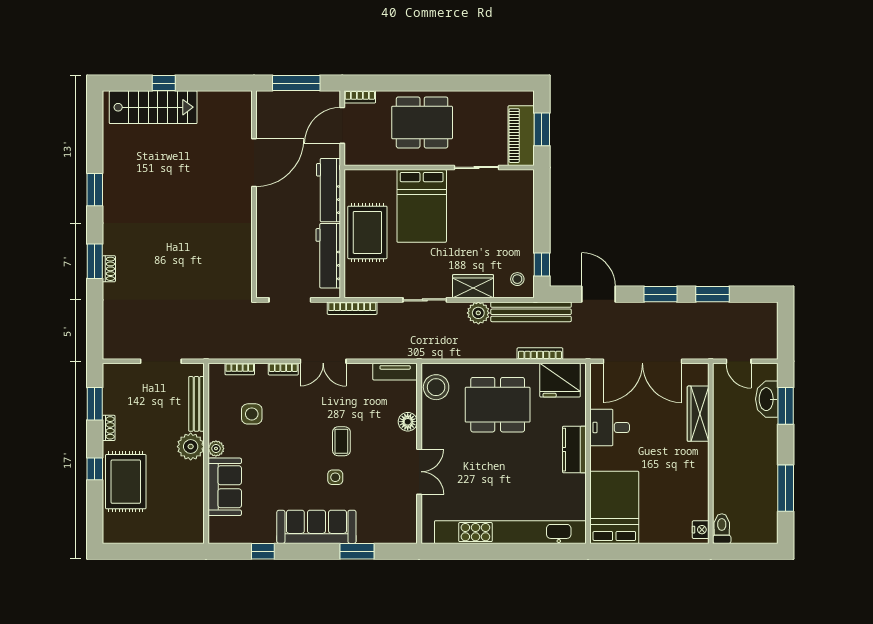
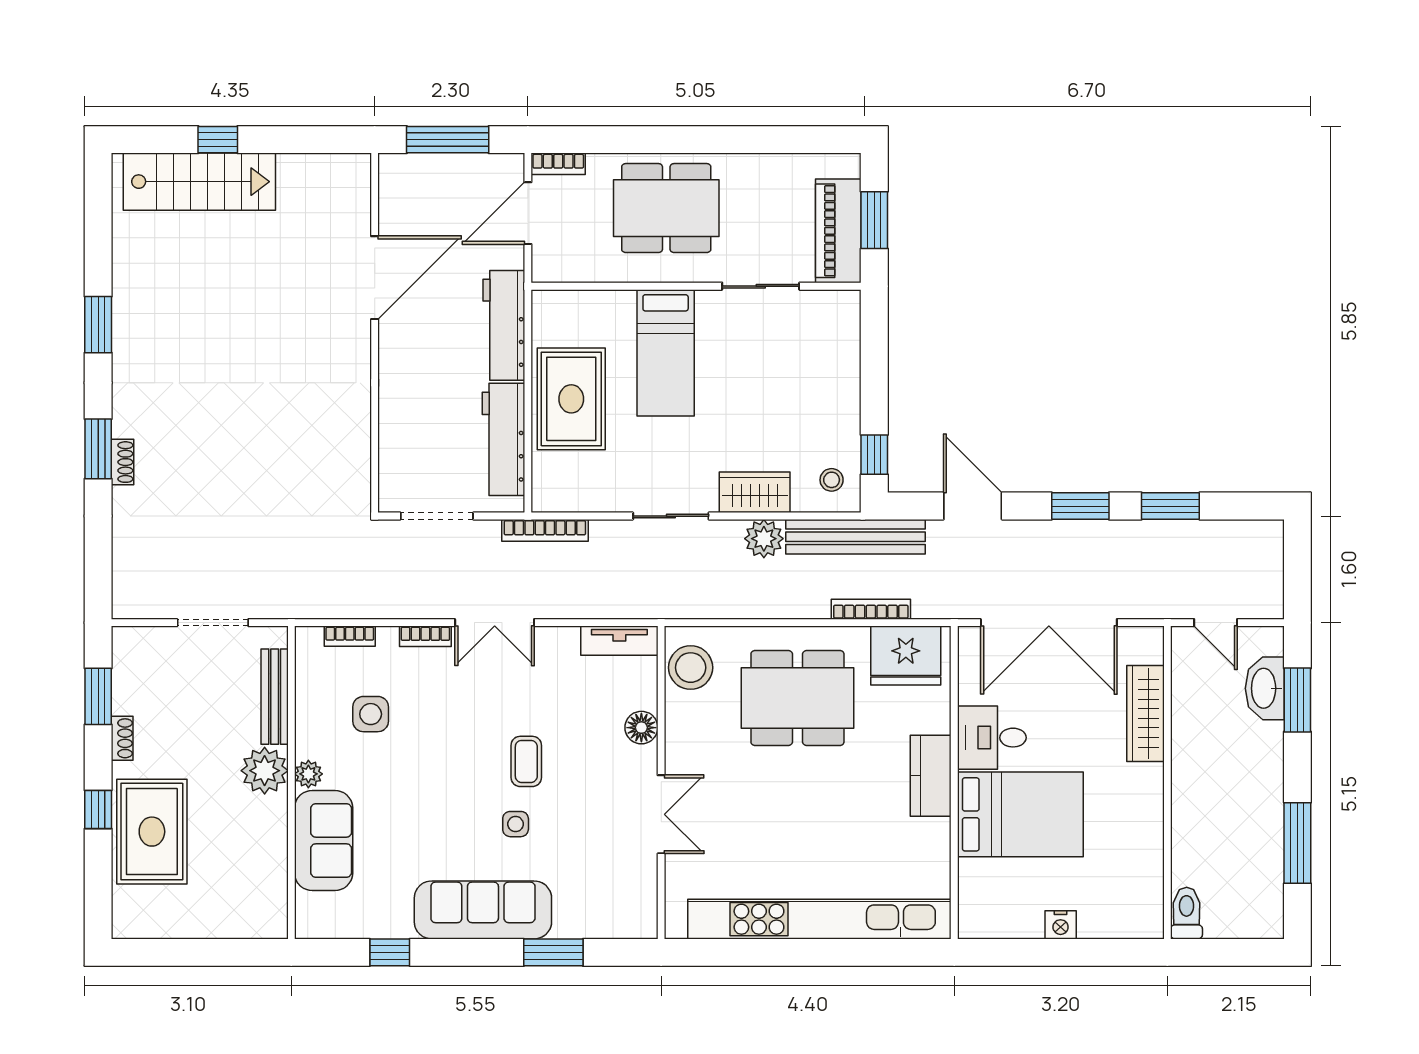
bed: (422, 206) -> (666, 353), width x0.67
bed: (614, 507) -> (1020, 814), moved, turned 90
nightstand: (701, 530) -> (1061, 925), moved, turned 90

